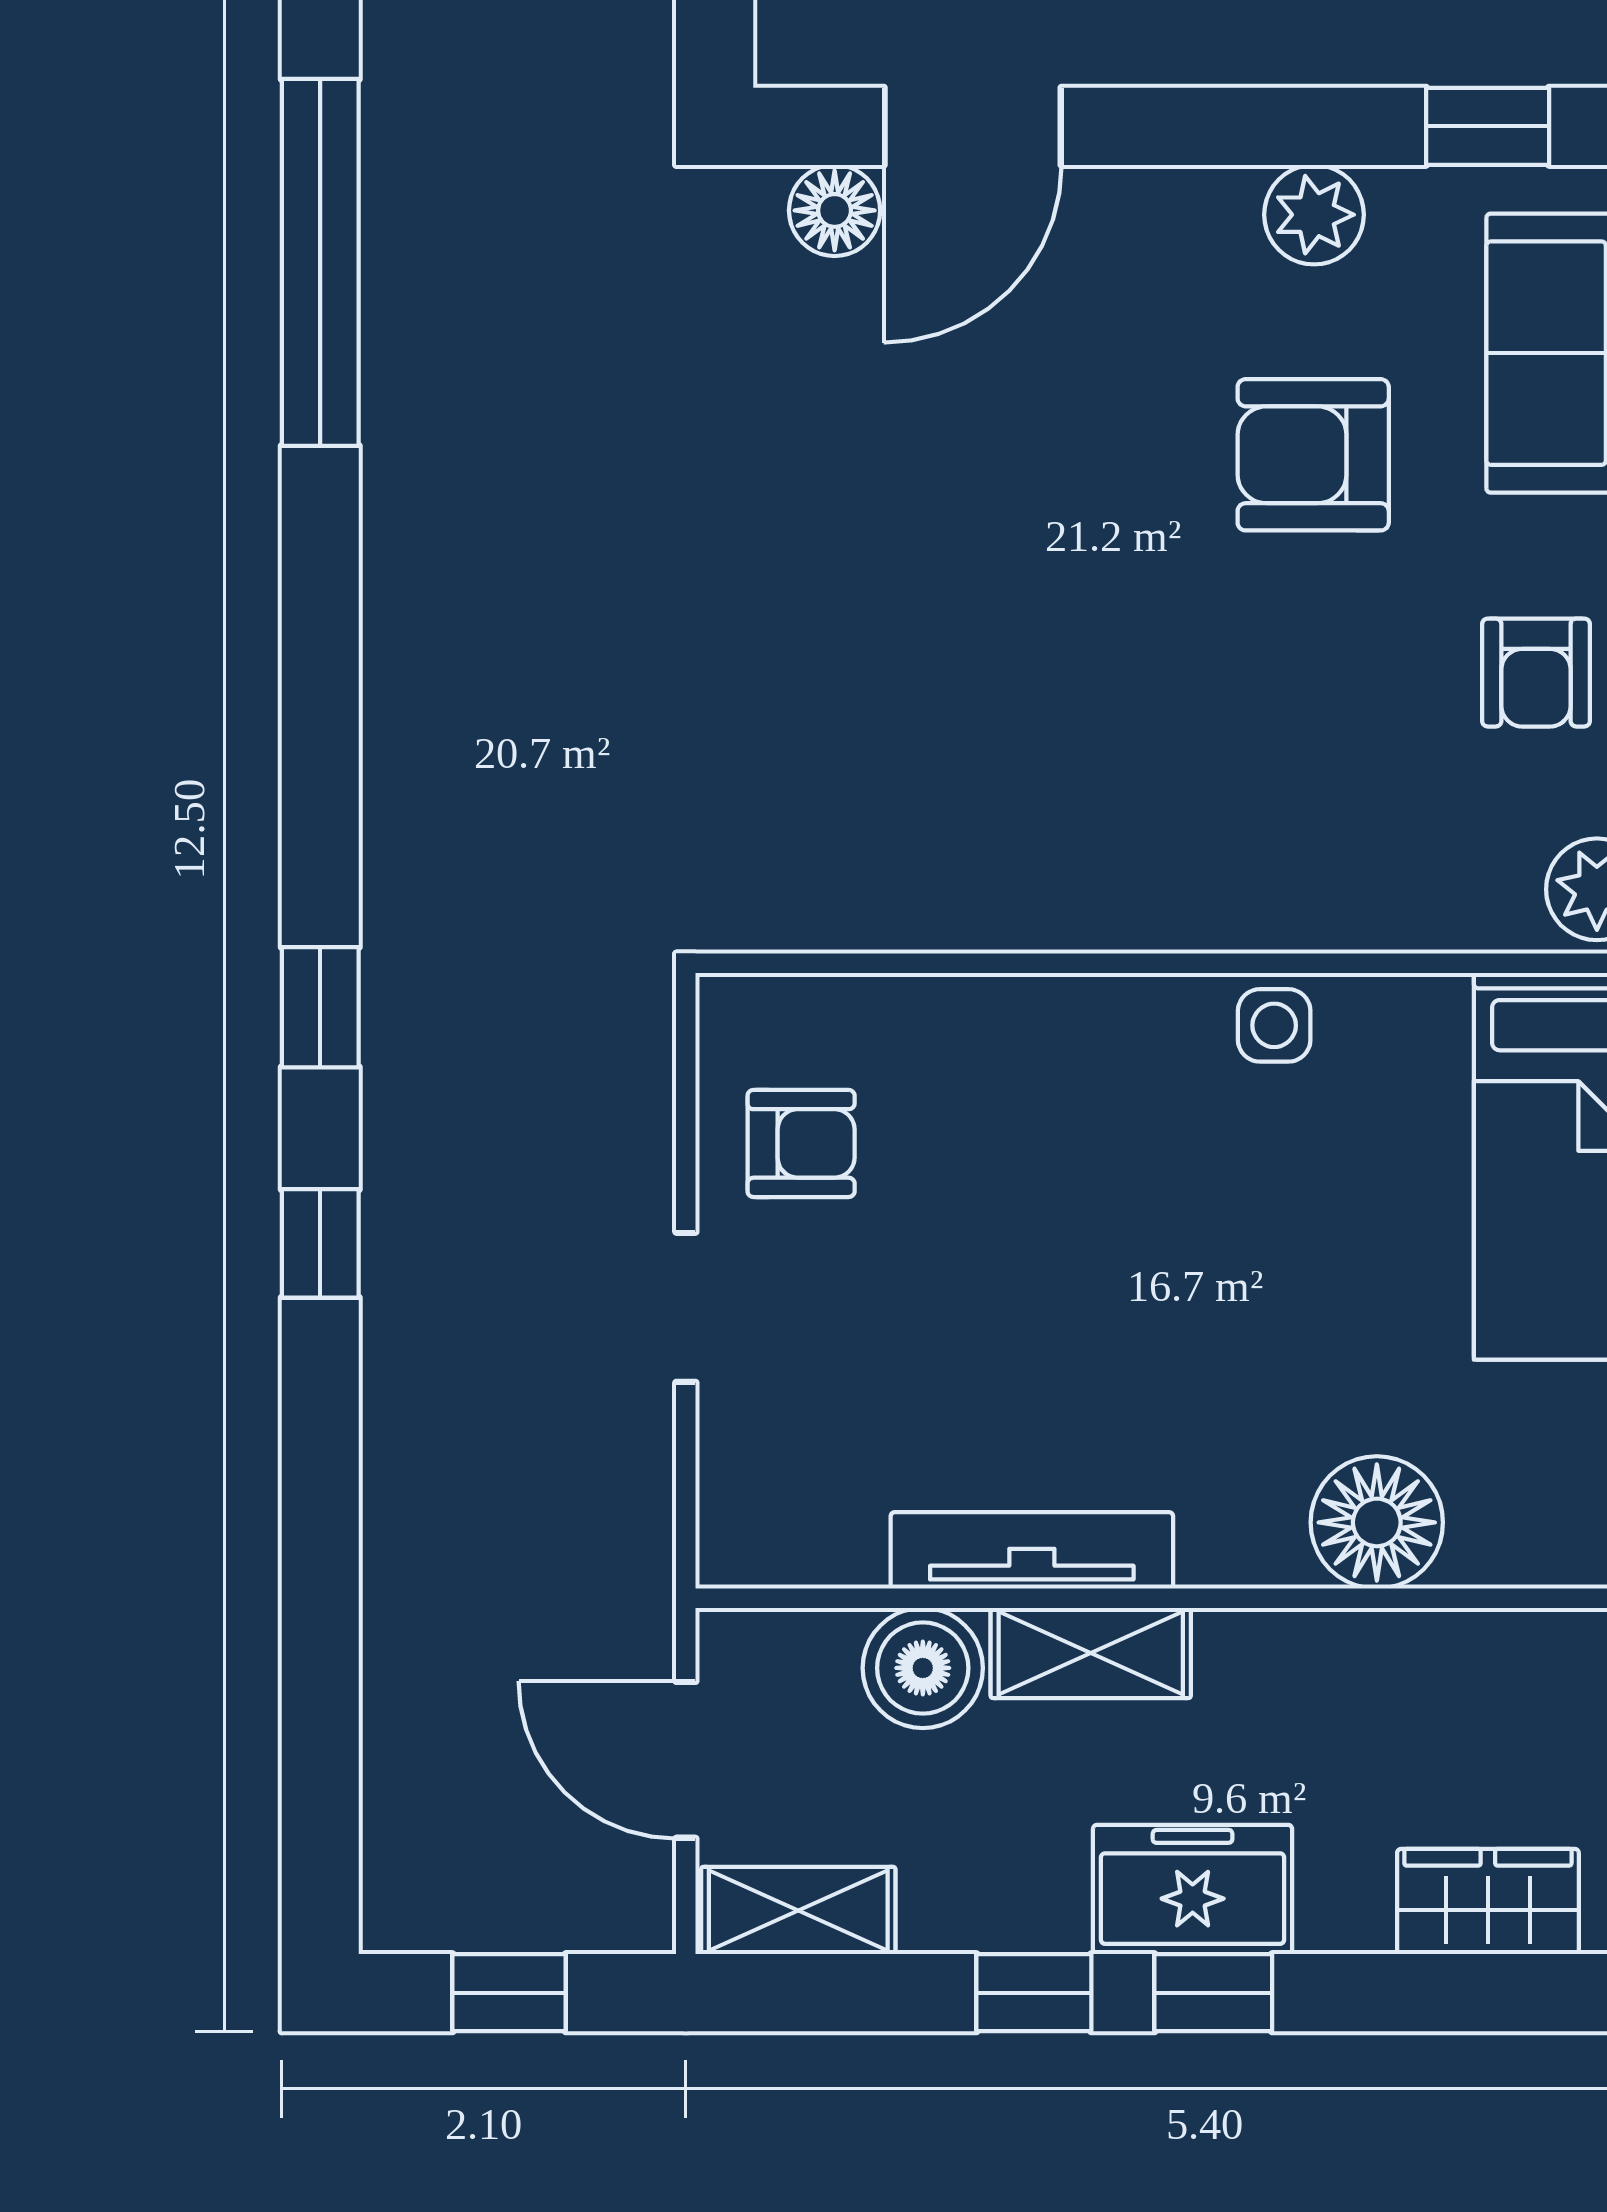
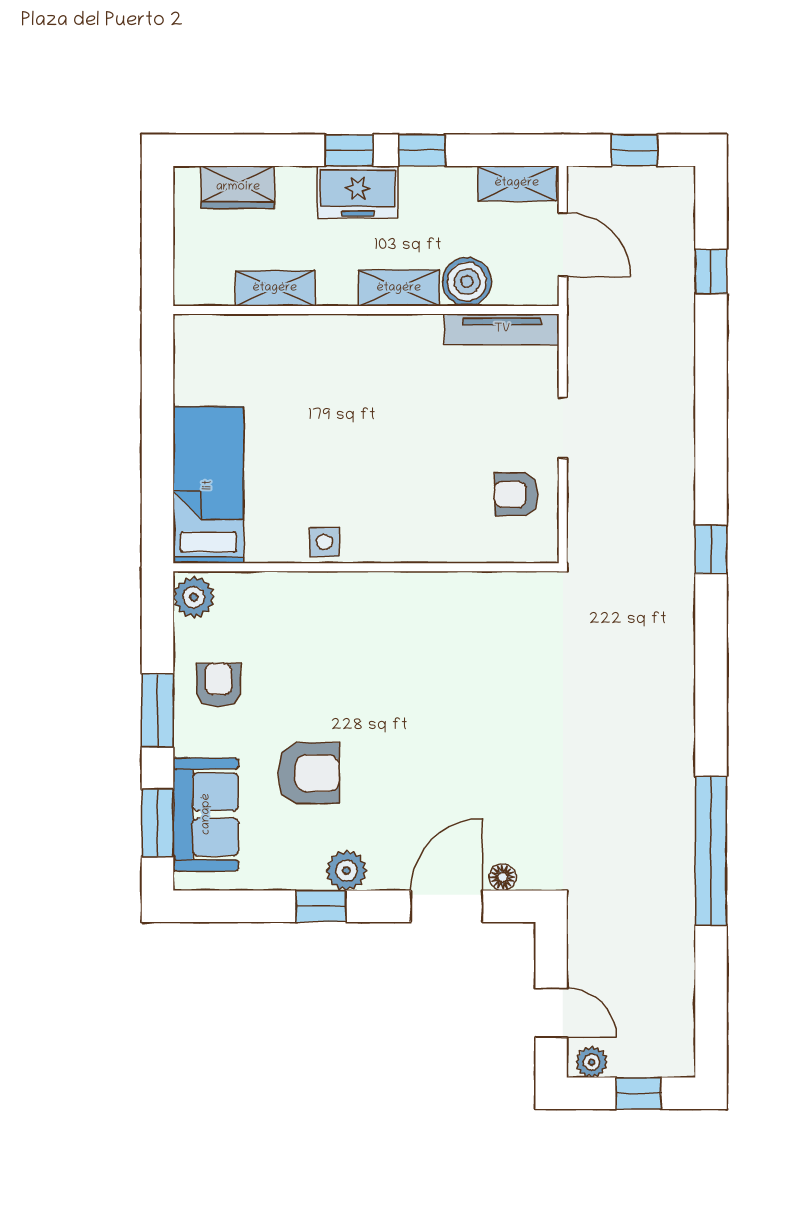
window: (1488, 126) -> (321, 906), moved
floor lamp: (835, 210) -> (503, 877), width x0.73, depth x0.73
plant: (1314, 215) -> (346, 870), moved
window: (320, 1243) -> (711, 272), moved
floor lamp: (1377, 1522) -> (283, 341), removed
tv unit: (1032, 1550) -> (502, 329), moved
shelving: (1396, 1652) -> (275, 288), added

